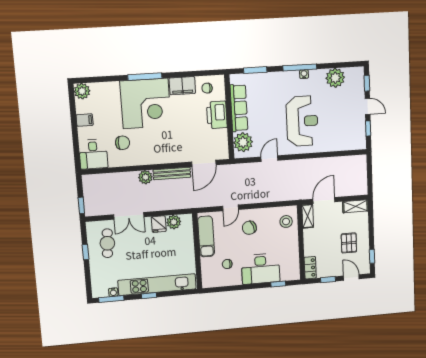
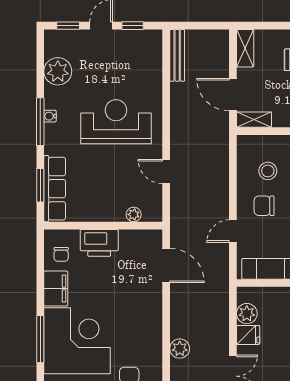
row of seats: (239, 108) -> (55, 189), moved, turned 90
plant: (243, 142) -> (134, 214), width x0.53, depth x0.53
bench: (172, 173) -> (177, 55), moved
door: (231, 208) -> (233, 231), swing flipped
stool: (286, 221) -> (268, 171), moved
chair: (249, 228) -> (264, 206), turned 110

